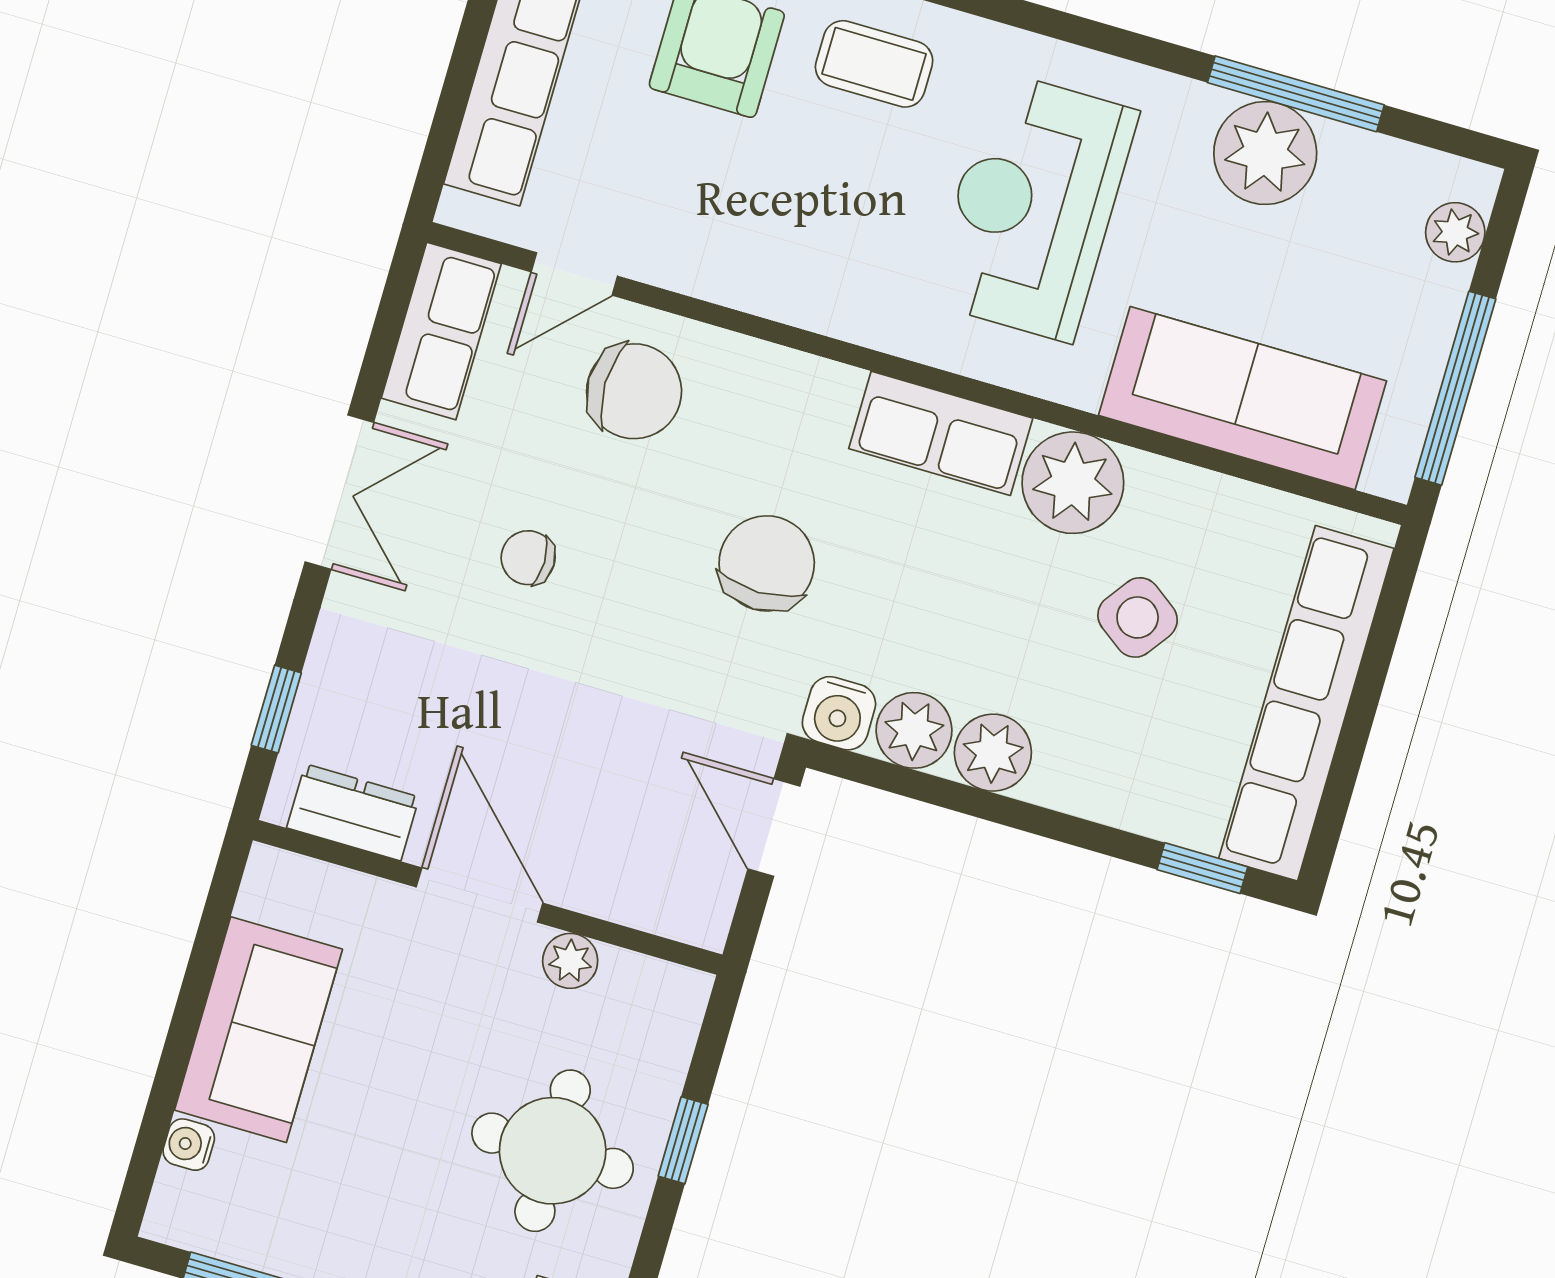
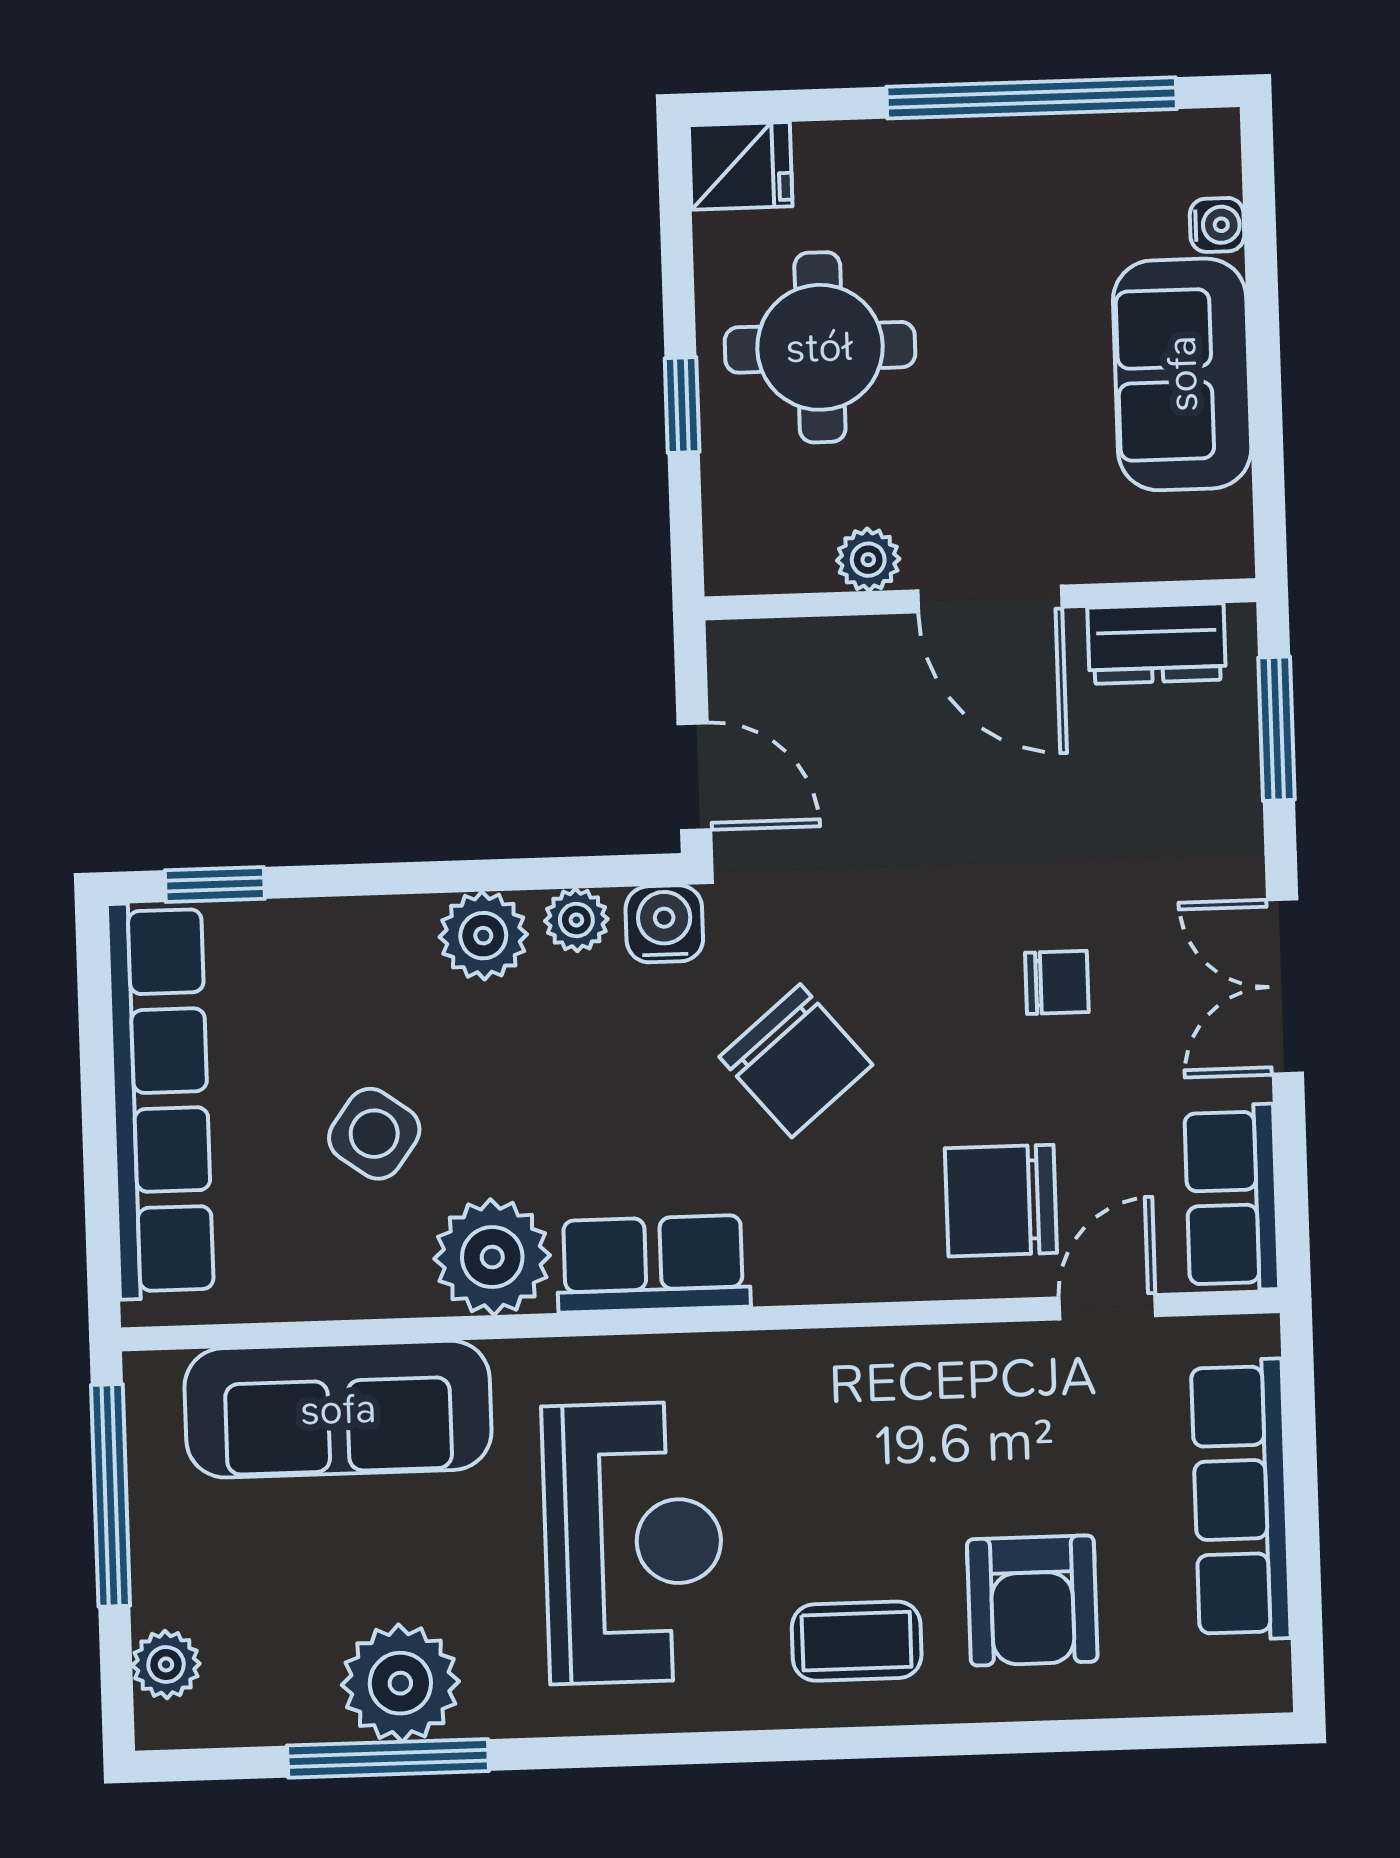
chair: (767, 563) -> (796, 1061), turned -40
window: (276, 709) -> (1276, 729), width x1.50
plant: (914, 730) -> (576, 920), width x0.73, depth x0.73

